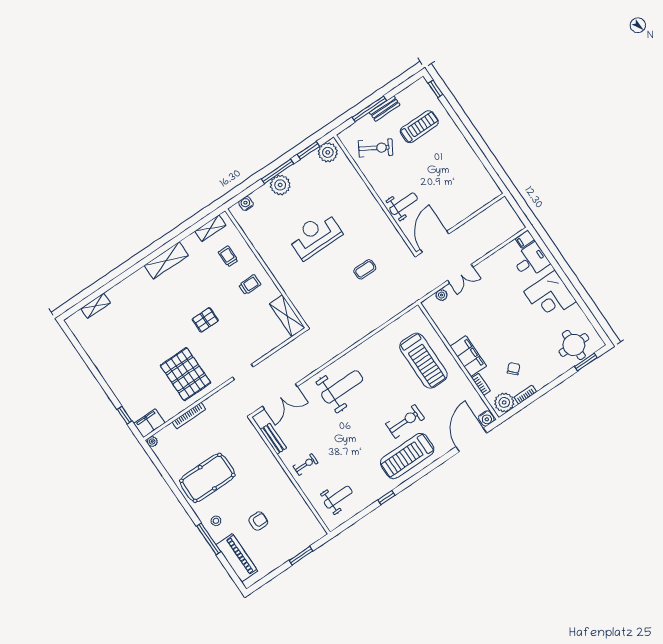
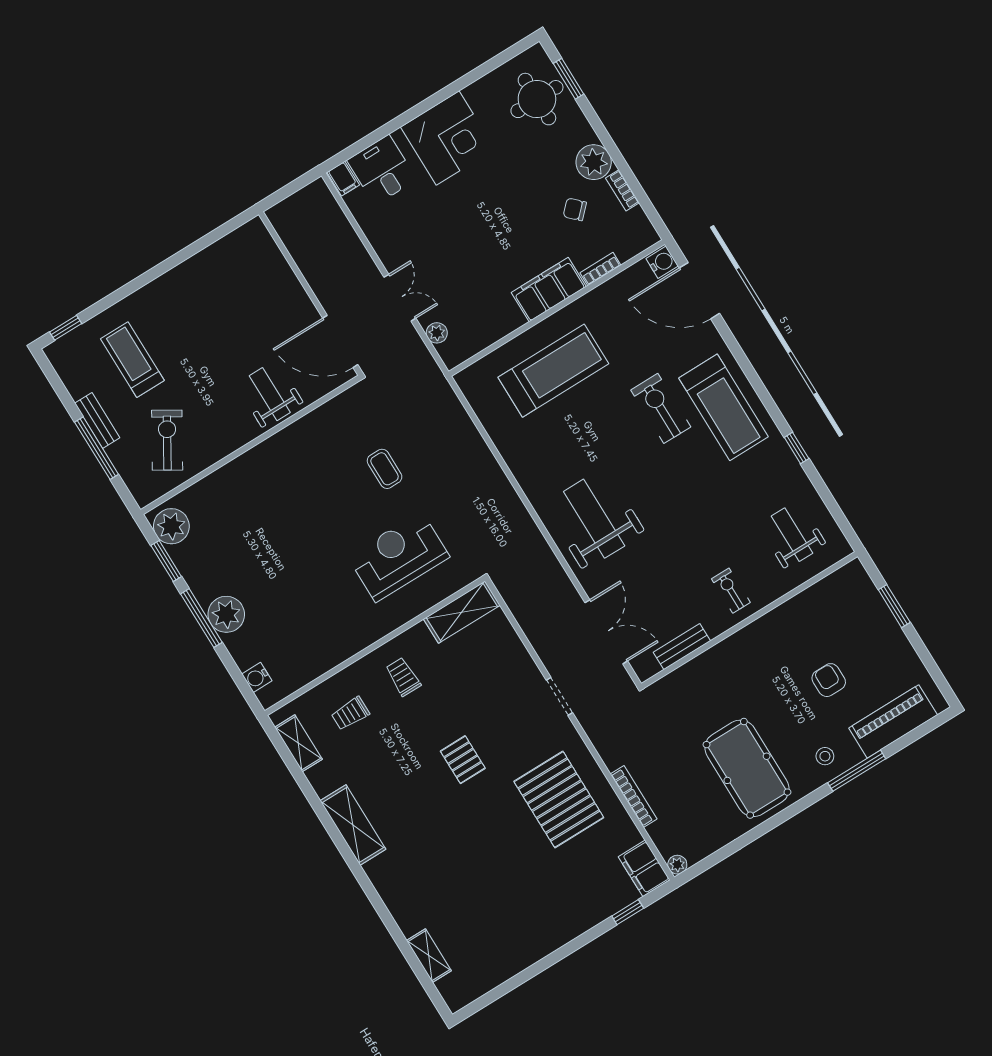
reception desk: (315, 235) -> (398, 557), moved, turned 90
pallet: (185, 374) -> (559, 799), turned 90
plant: (504, 402) -> (594, 162), moved

